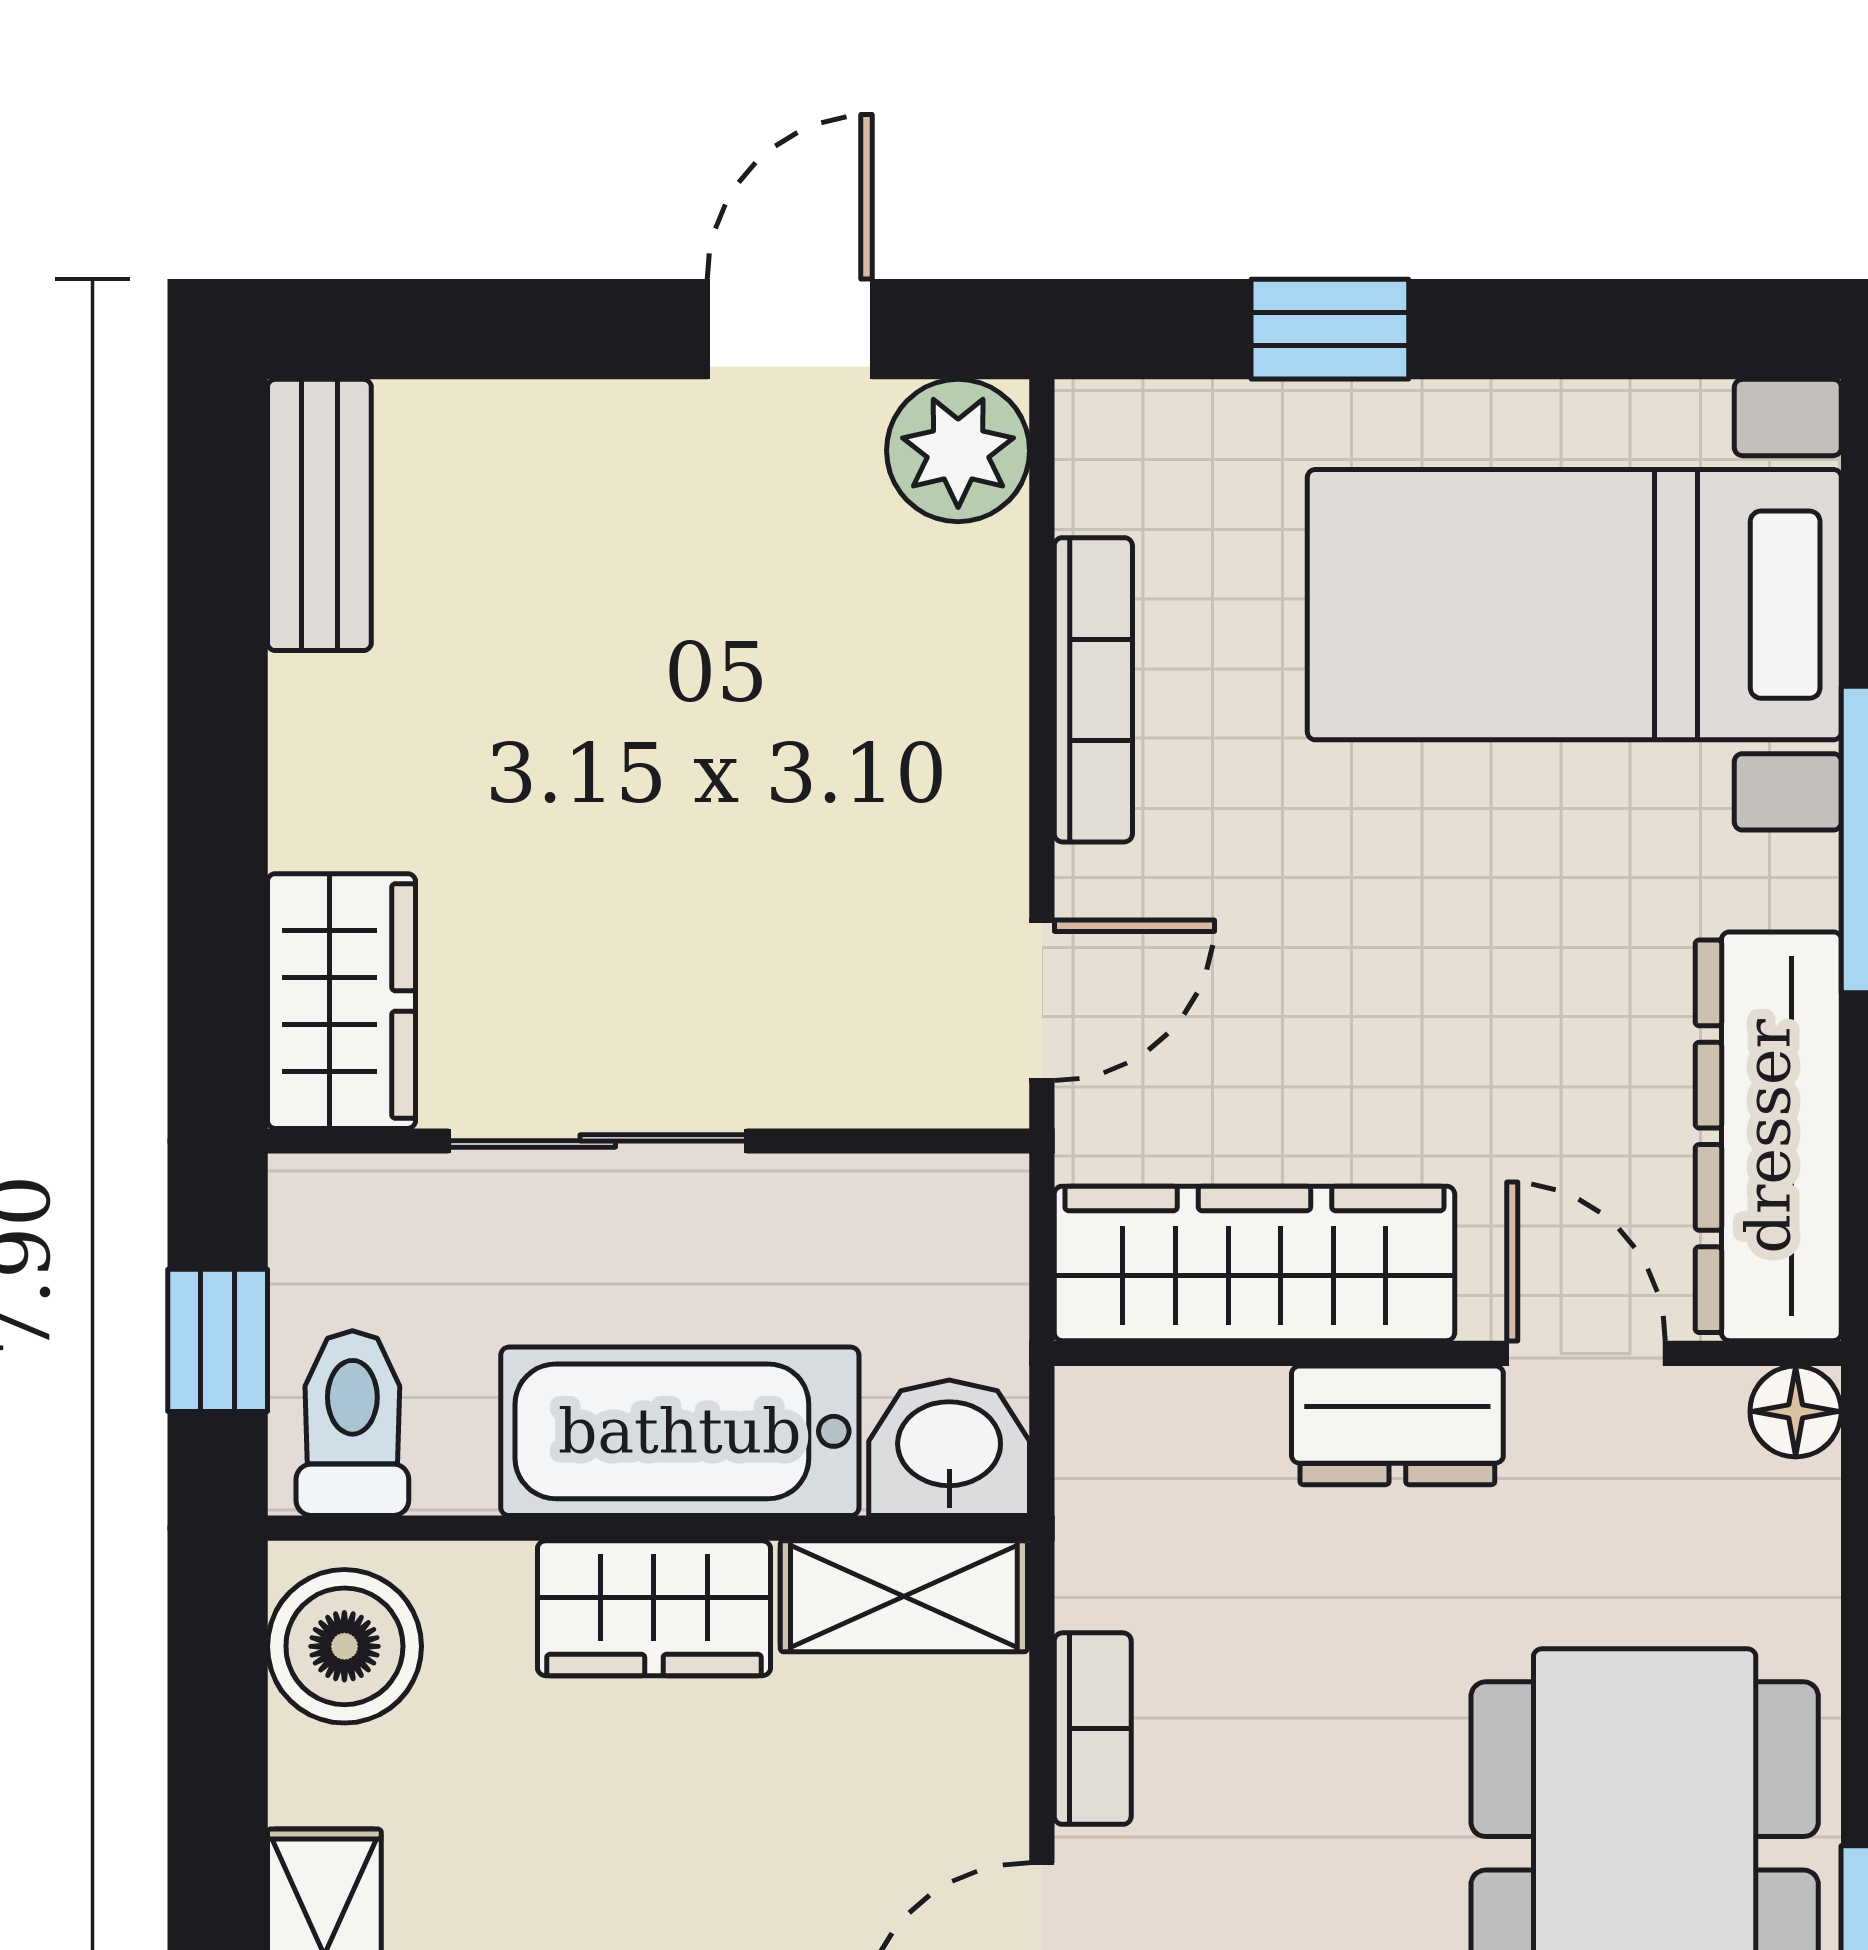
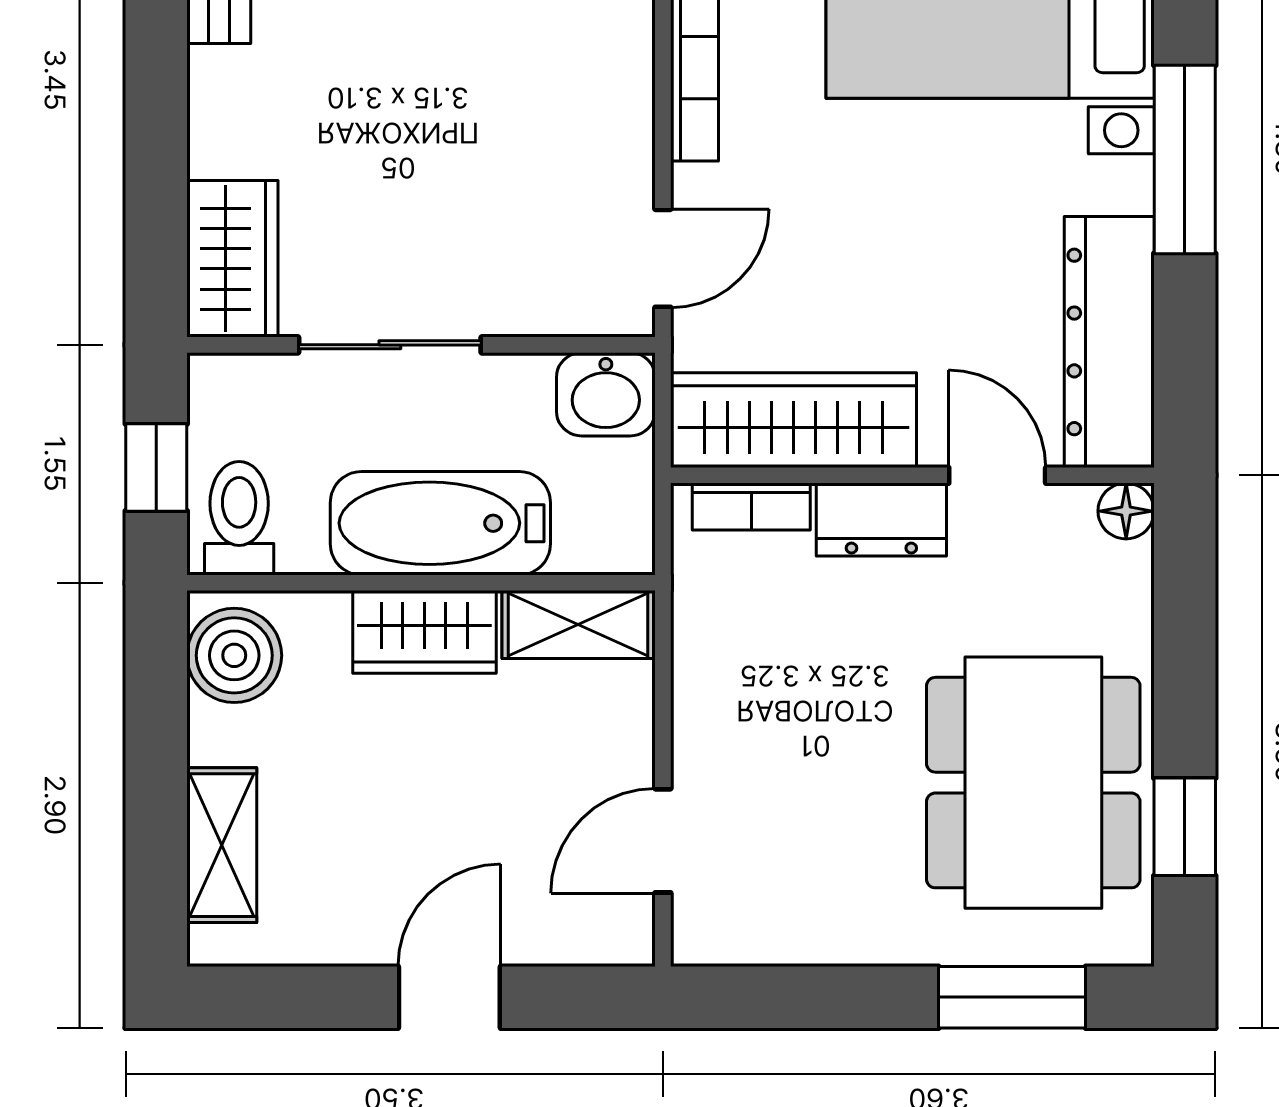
washbasin: (949, 1448) -> (606, 394), moved, turned 180
bookcase: (1093, 1729) -> (751, 507), moved, turned 90

